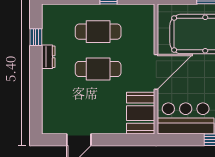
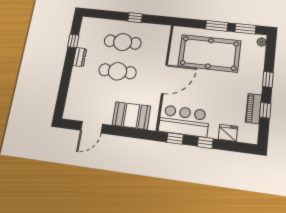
booth: (141, 113) -> (131, 116), moved, turned 90
window: (178, 140) -> (175, 138), added

